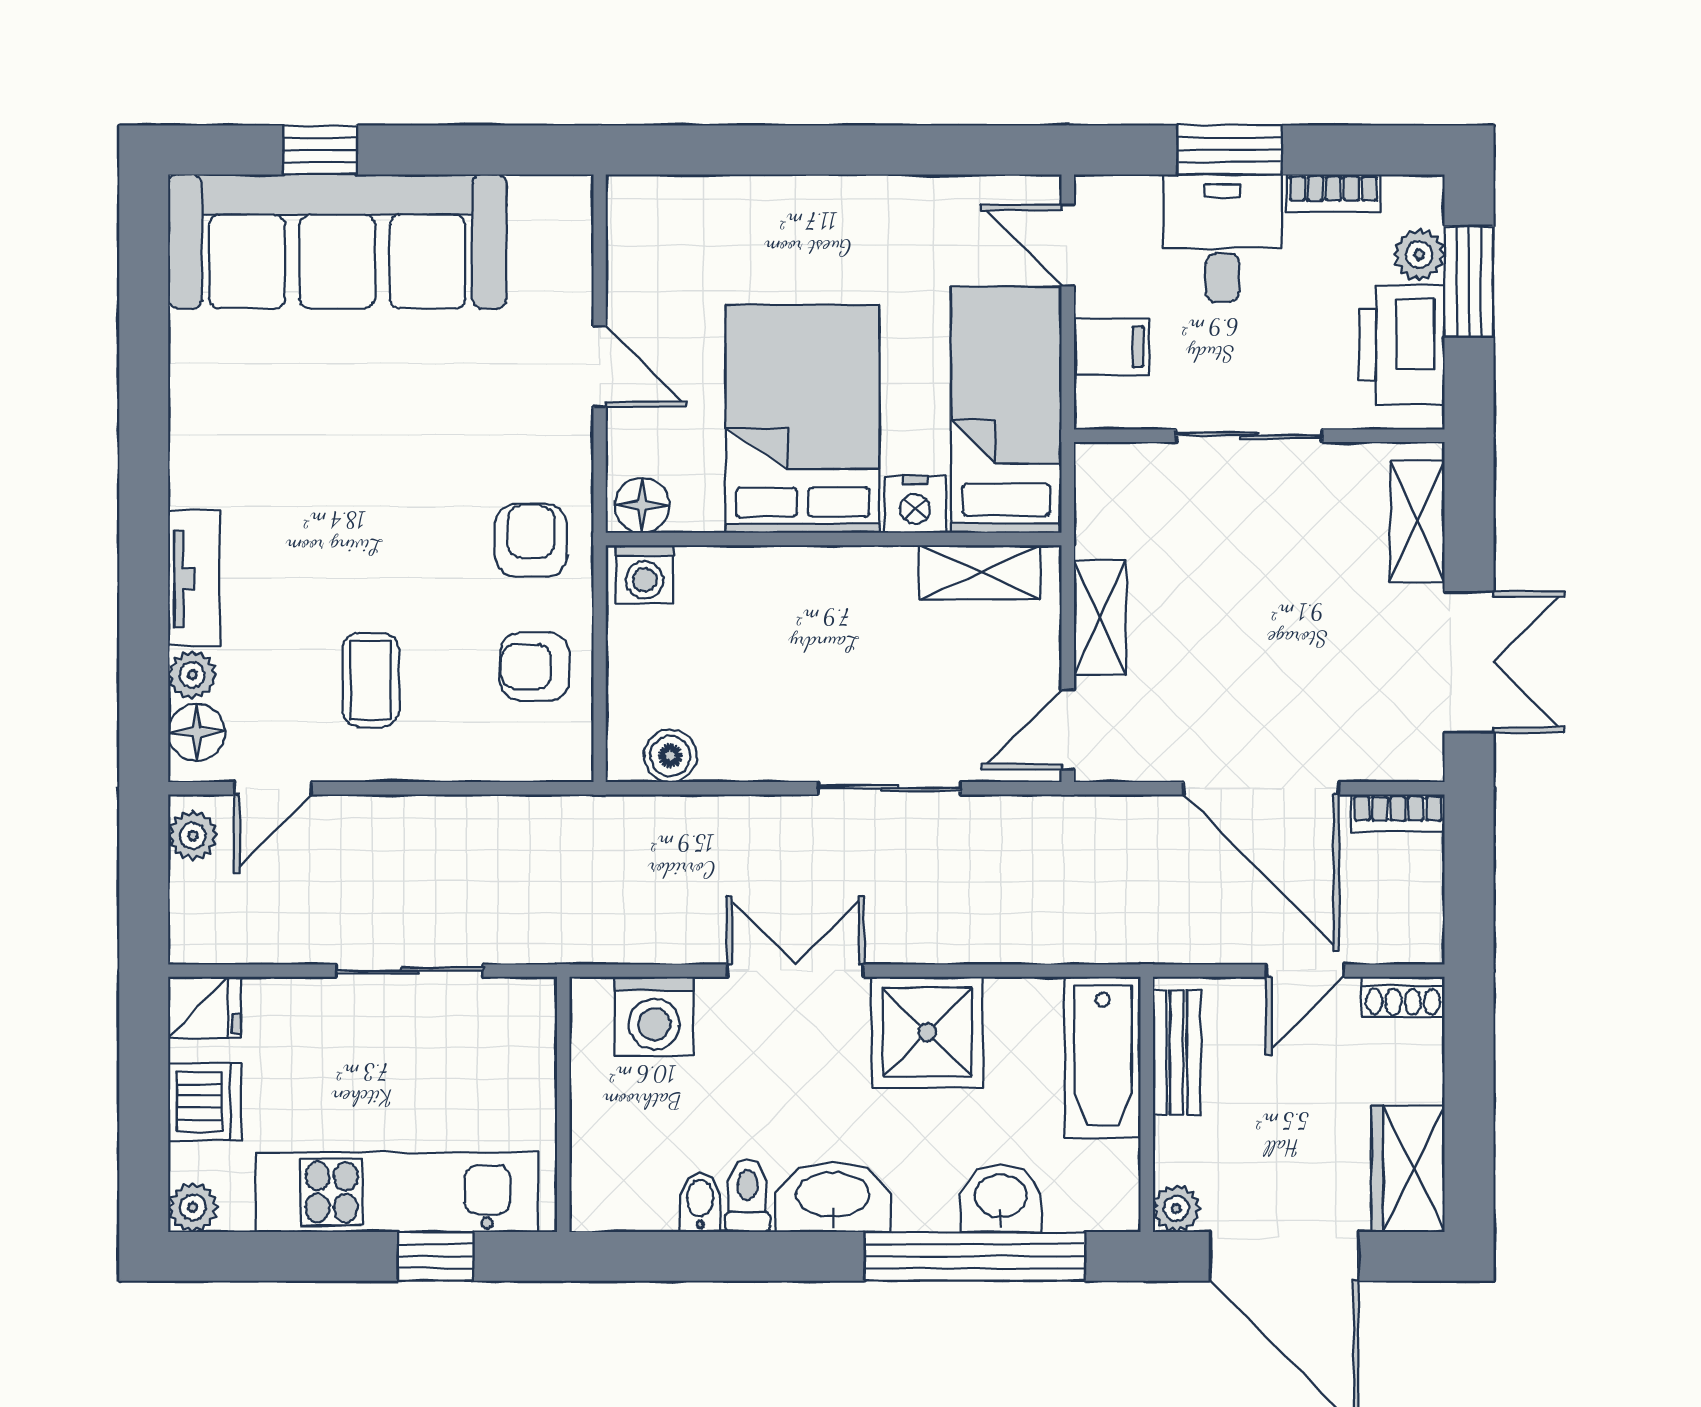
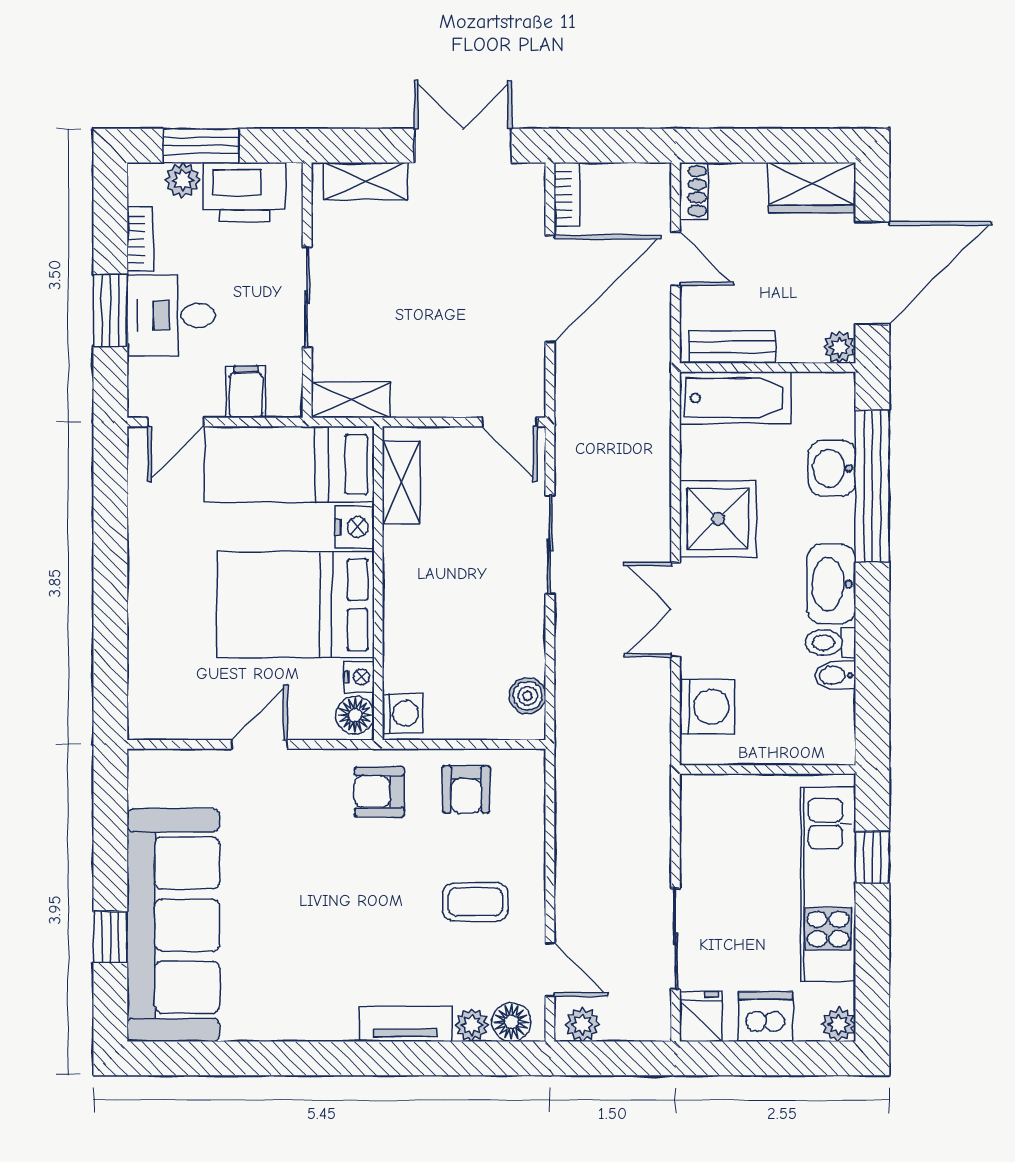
nightstand: (698, 511) -> (359, 677), added
shelving: (1100, 617) -> (351, 400), moved
sliding door: (410, 971) -> (676, 939), moved

